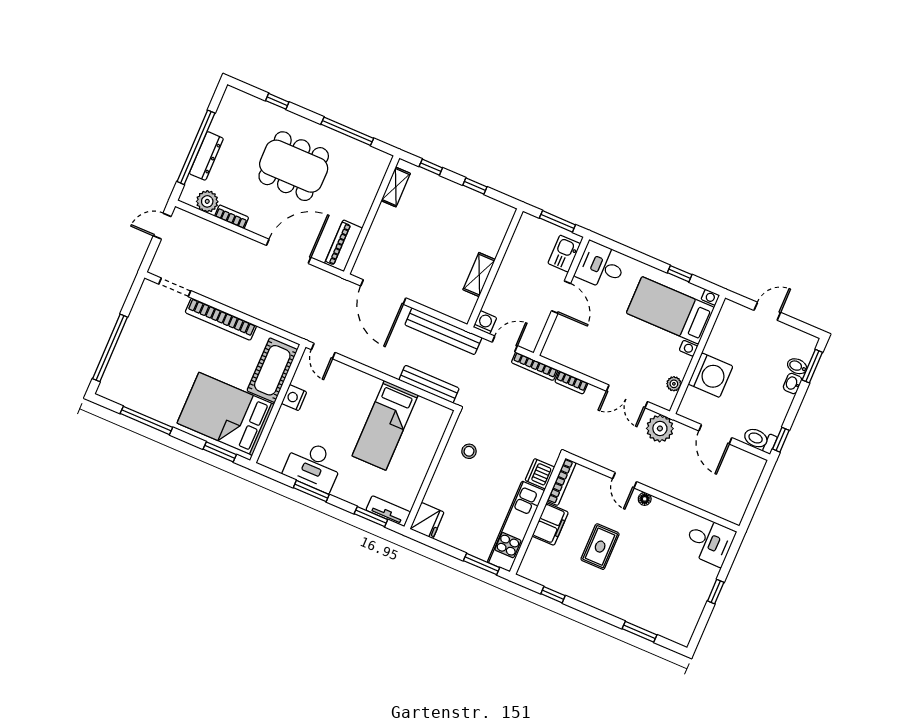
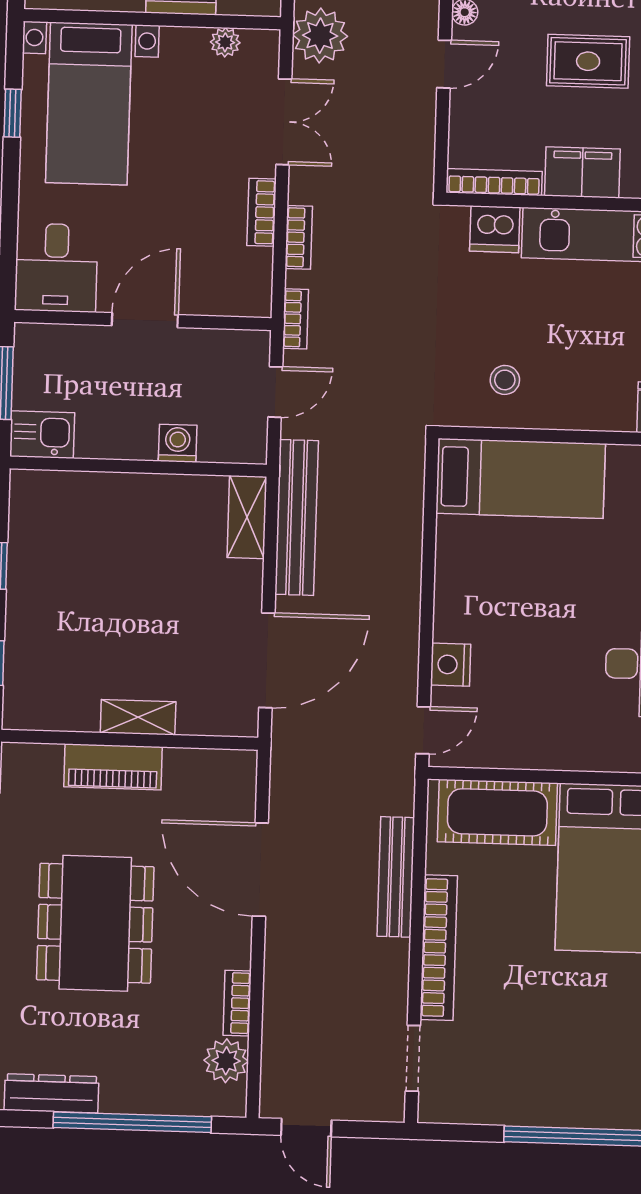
dresser: (206, 156) -> (51, 1093), moved
shelving: (396, 187) -> (138, 717), moved
piano: (344, 246) -> (113, 767), moved
kitchen sink: (564, 254) -> (42, 435), moved, turned 180
shelving: (479, 275) -> (247, 517), moved, turned 90
washing machine: (485, 322) -> (178, 443), moved, turned 90
door: (505, 344) -> (275, 392), swing flipped
bookcase: (535, 366) -> (296, 319), width x0.64
bookcase: (590, 370) -> (261, 212), added
bench: (429, 384) -> (396, 877), moved
nightstand: (294, 398) -> (451, 665), moved, turned 90
bed: (385, 425) -> (521, 479), moved

